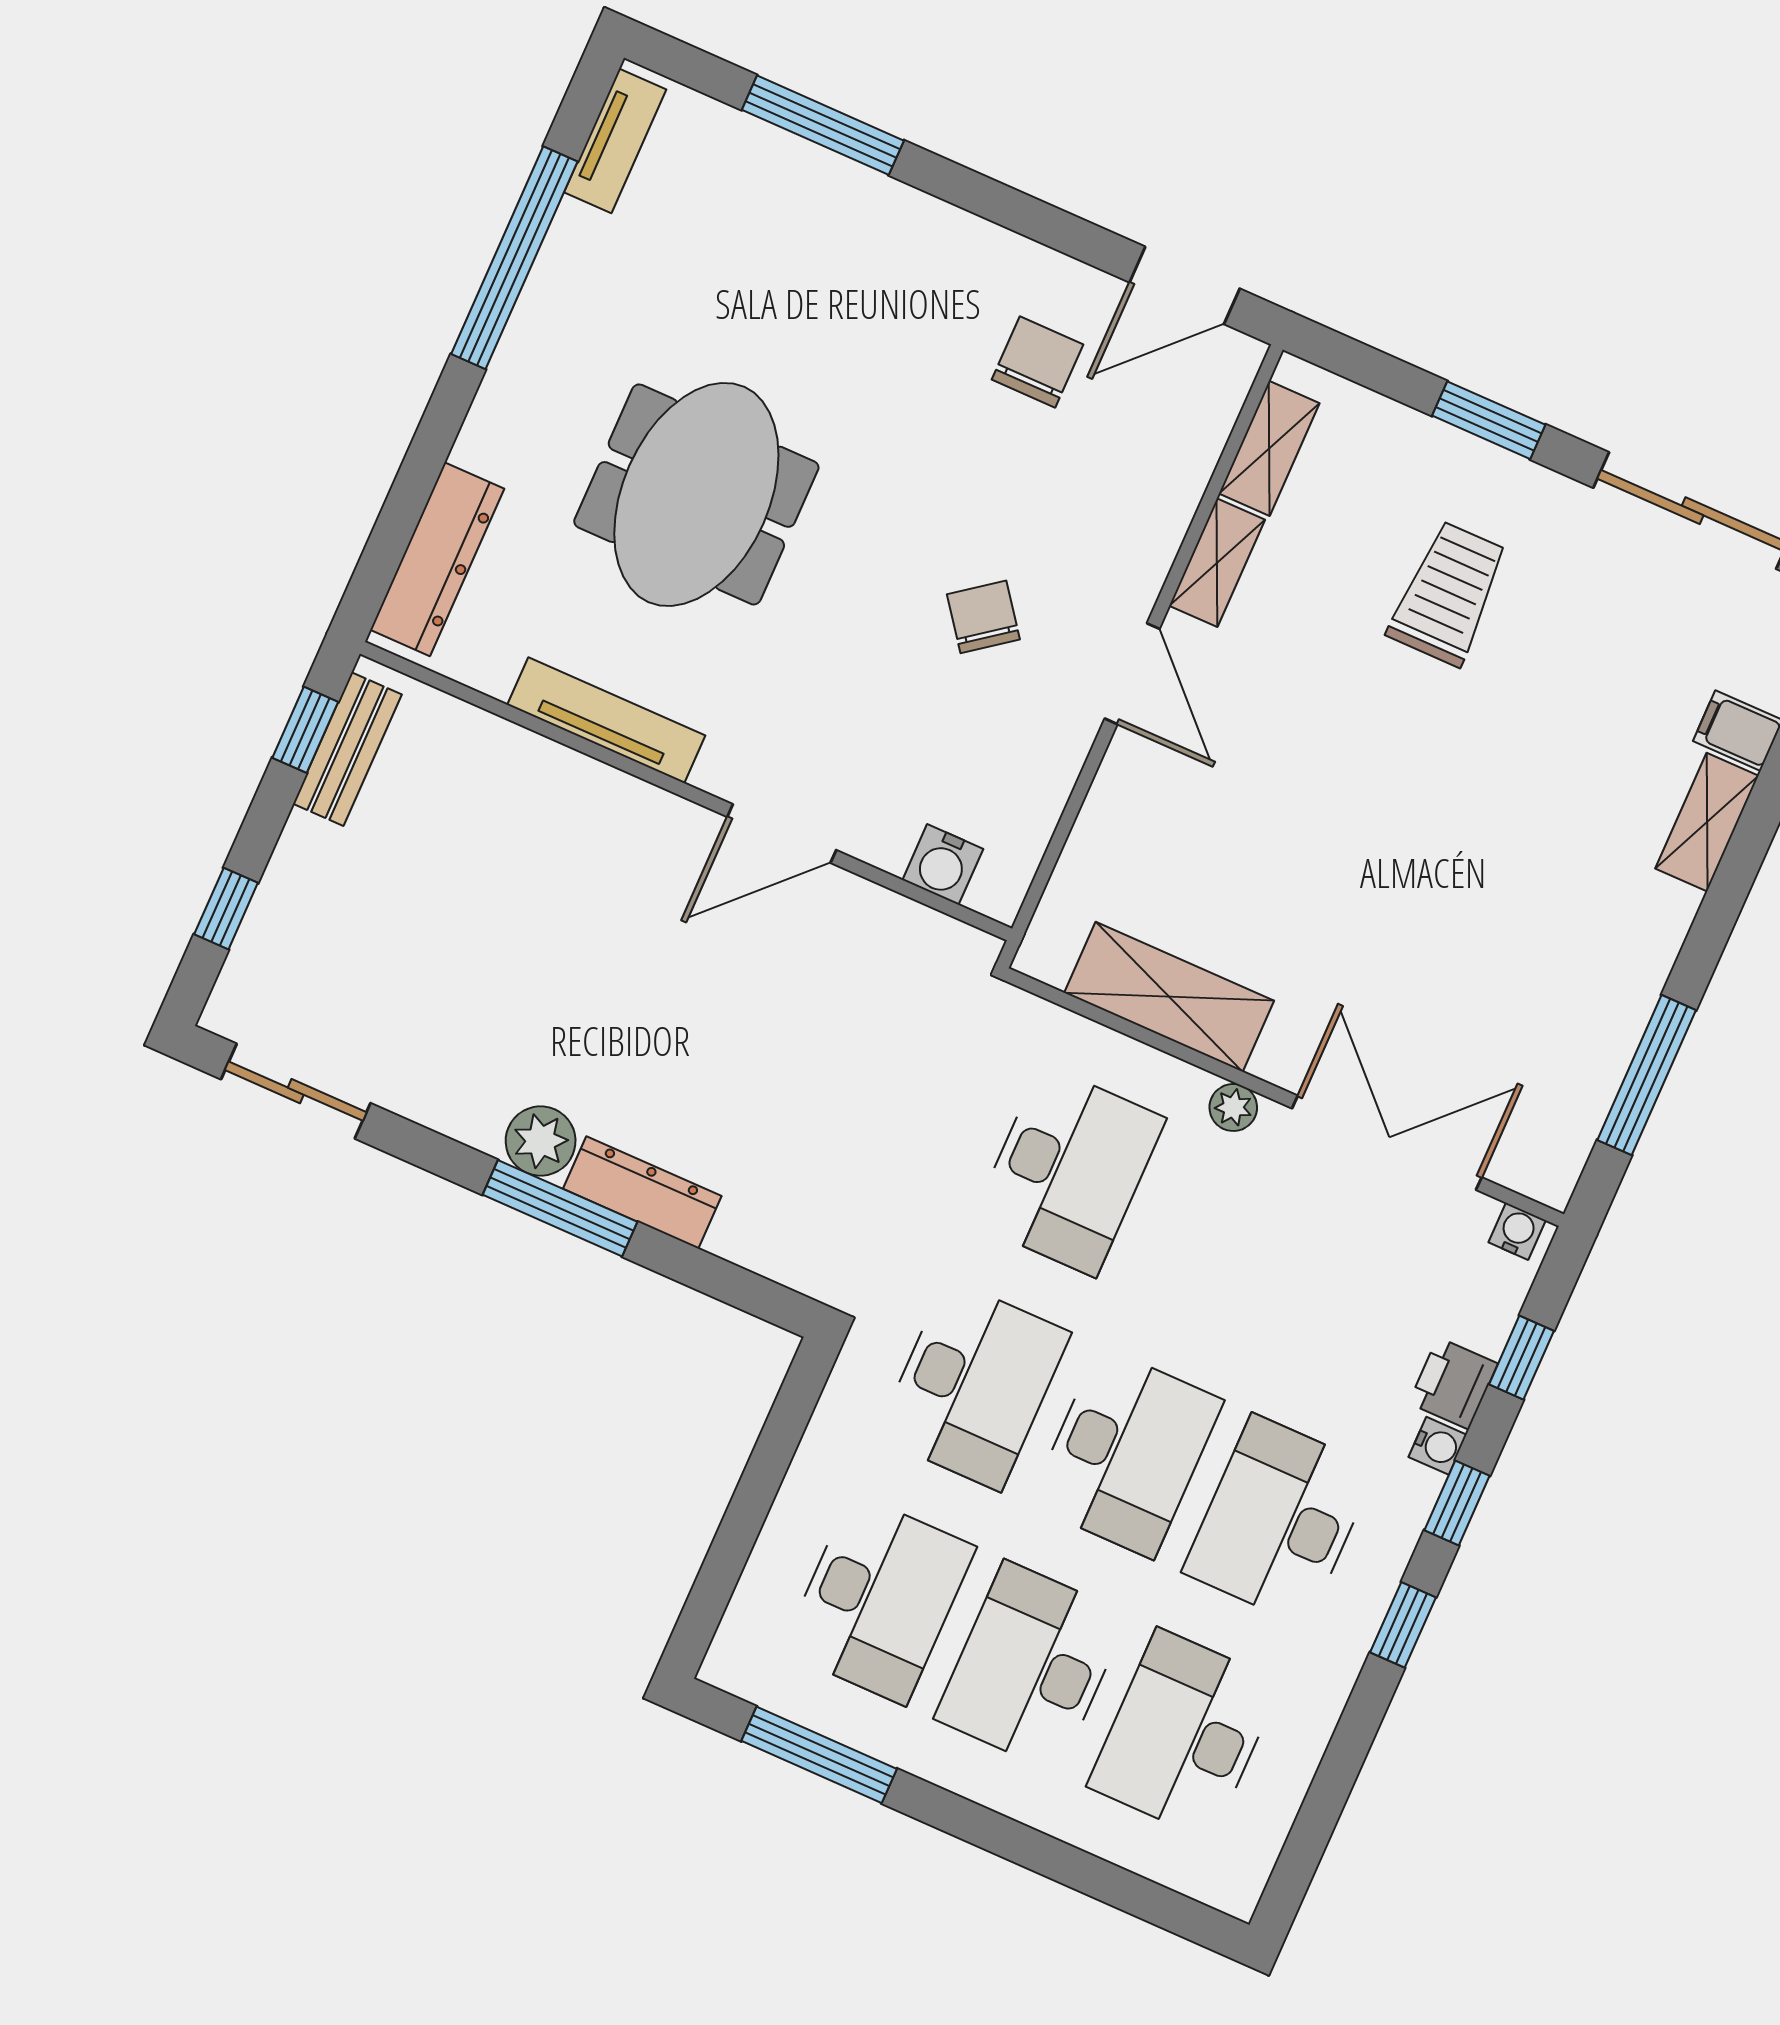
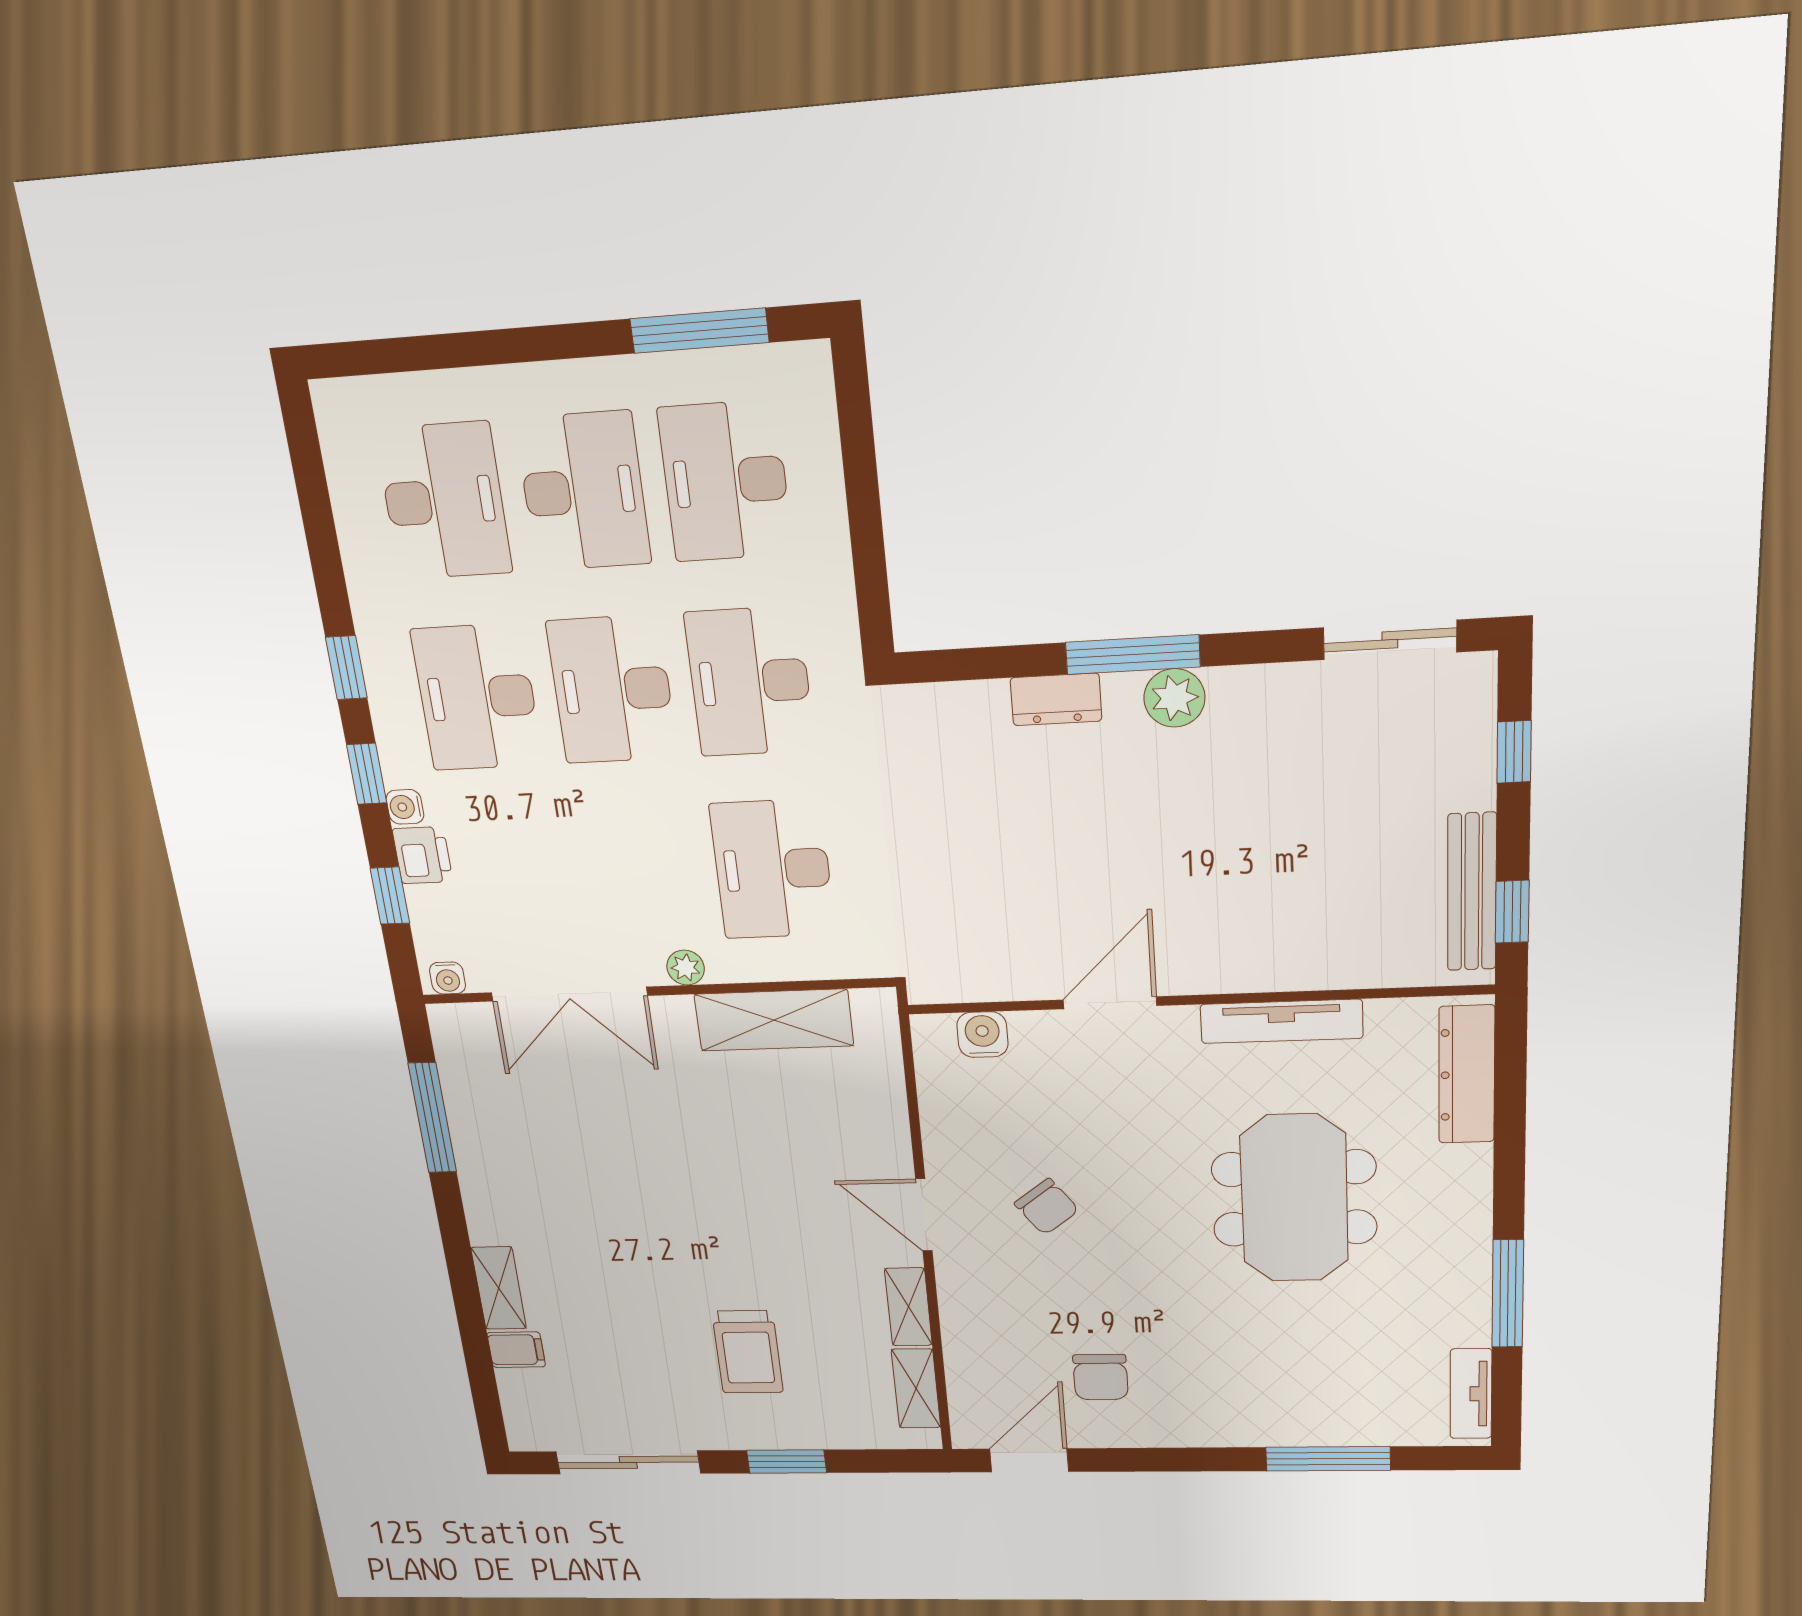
window: (514, 258) -> (1508, 1294), width x0.68
bench: (347, 749) -> (1472, 892), width x1.36
dresser: (642, 1192) -> (1056, 699), width x0.70
desk: (1279, 1520) -> (477, 697), turned 180

